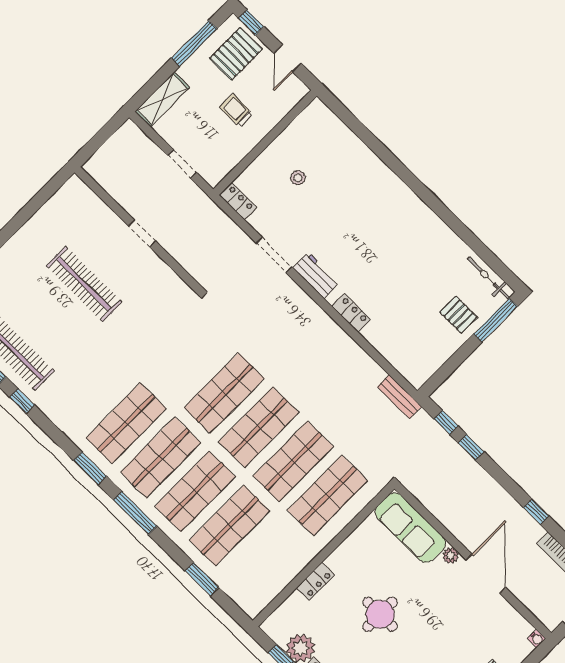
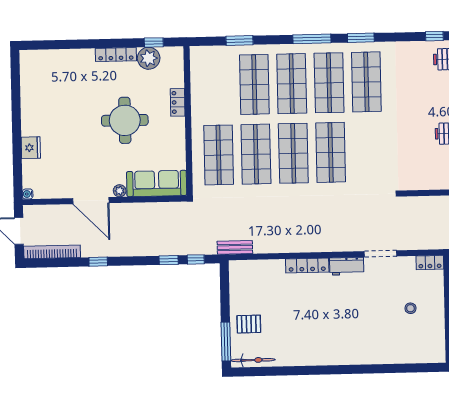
locker: (351, 313) -> (307, 266), width x1.53
round table: (380, 614) -> (125, 120), width x1.36, depth x1.36

